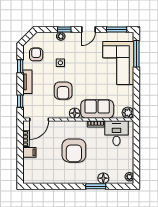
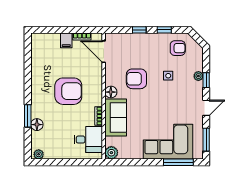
door: (89, 29) -> (206, 108), swing flipped
tv unit: (27, 82) -> (147, 38), removed
window: (20, 101) -> (139, 30), moved
armchair: (74, 151) -> (68, 91), turned 180

